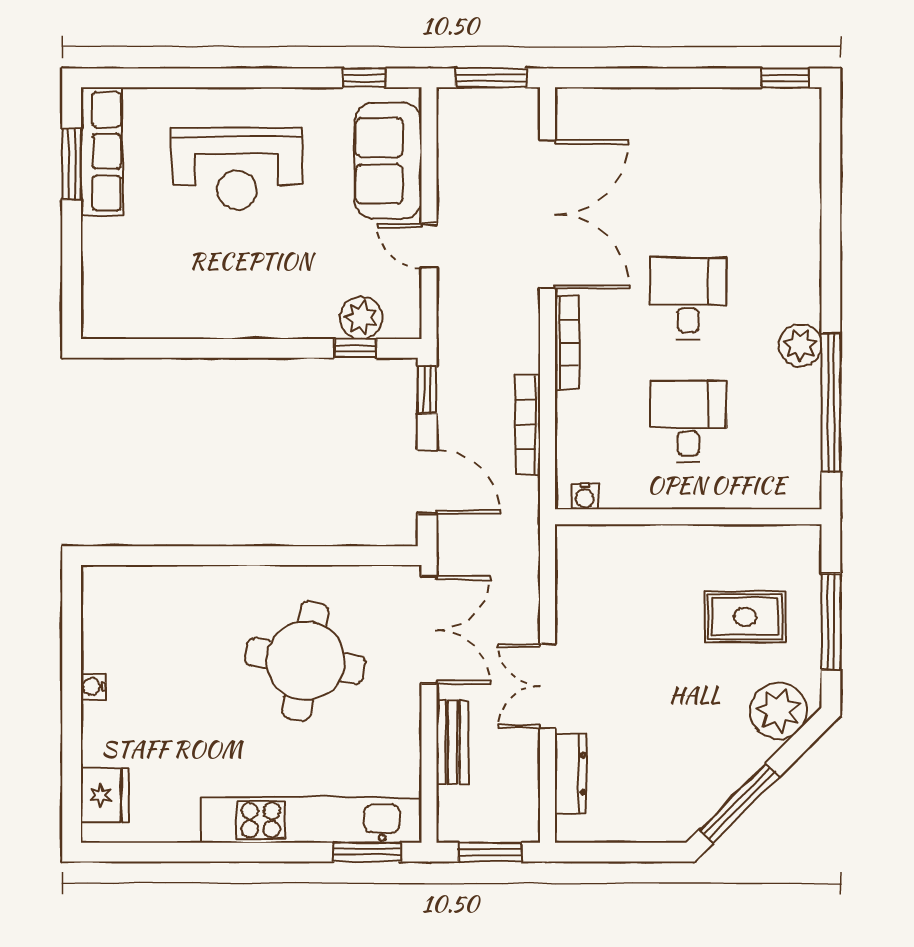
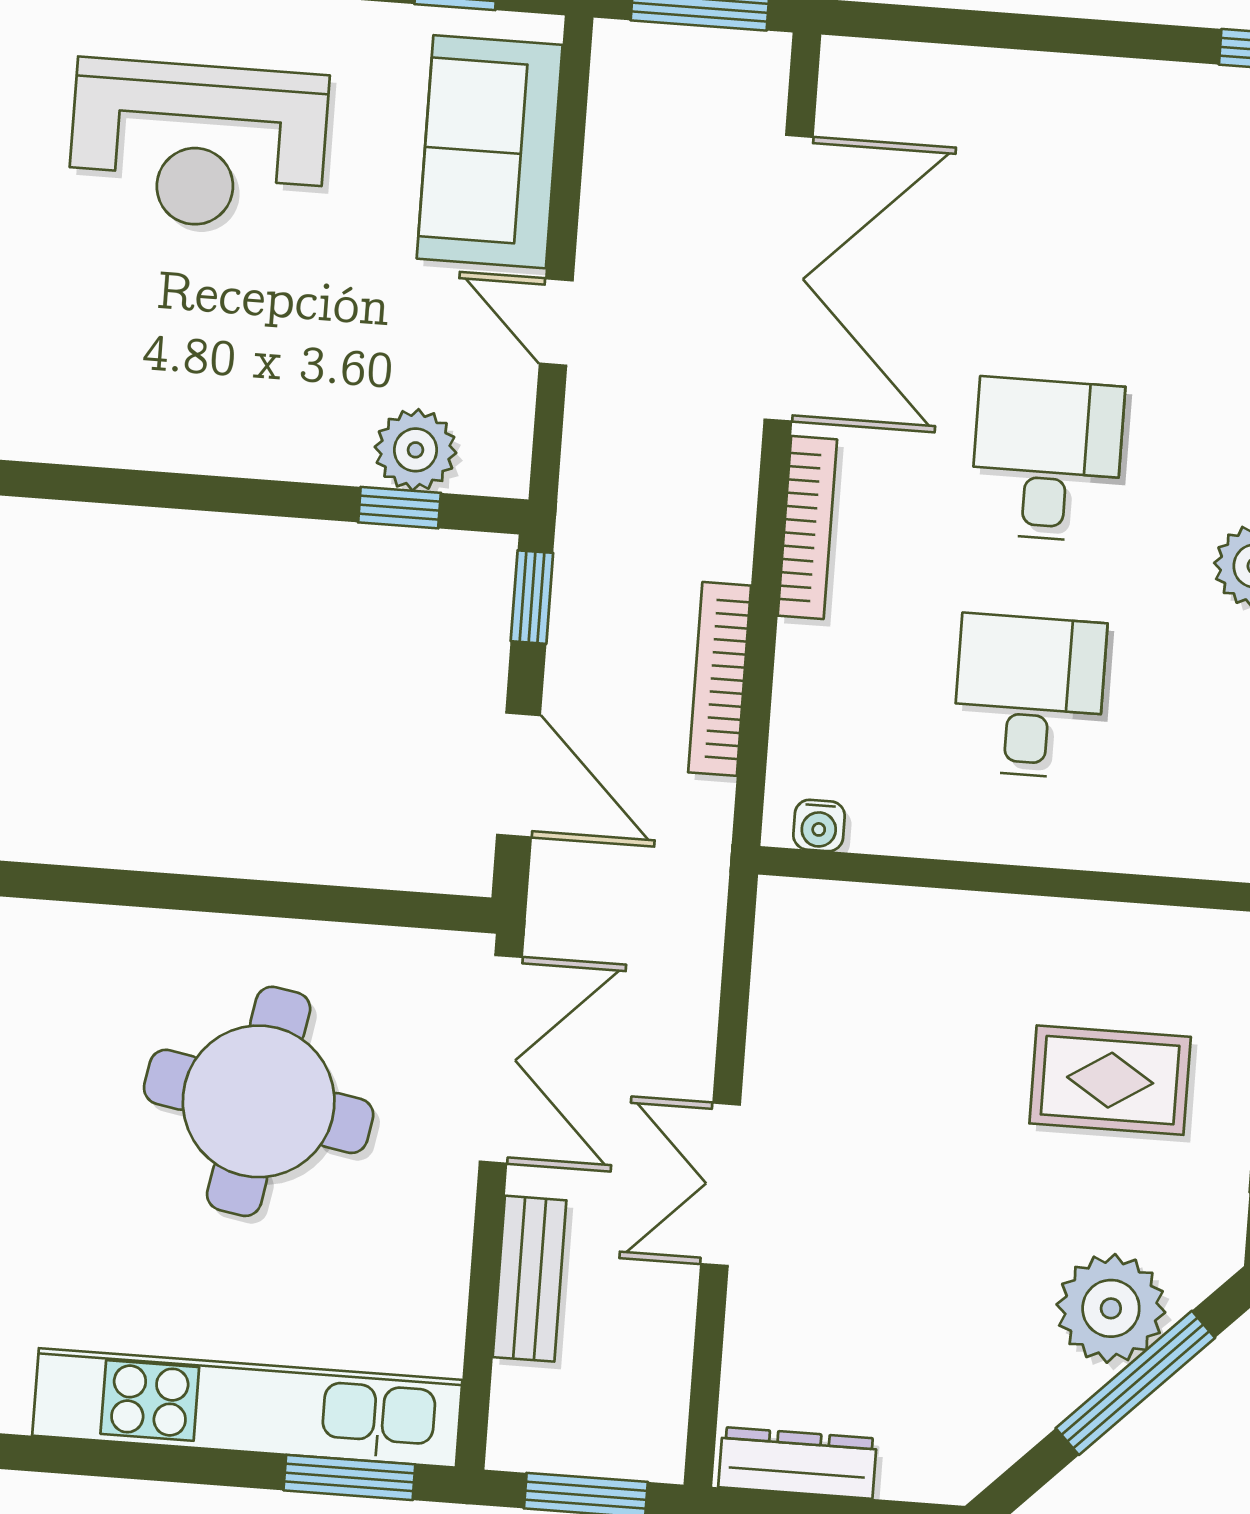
plant: (779, 711) -> (1111, 1308), moved
dresser: (571, 774) -> (798, 1463), moved, turned -90
window: (739, 803) -> (1135, 1383), moved

